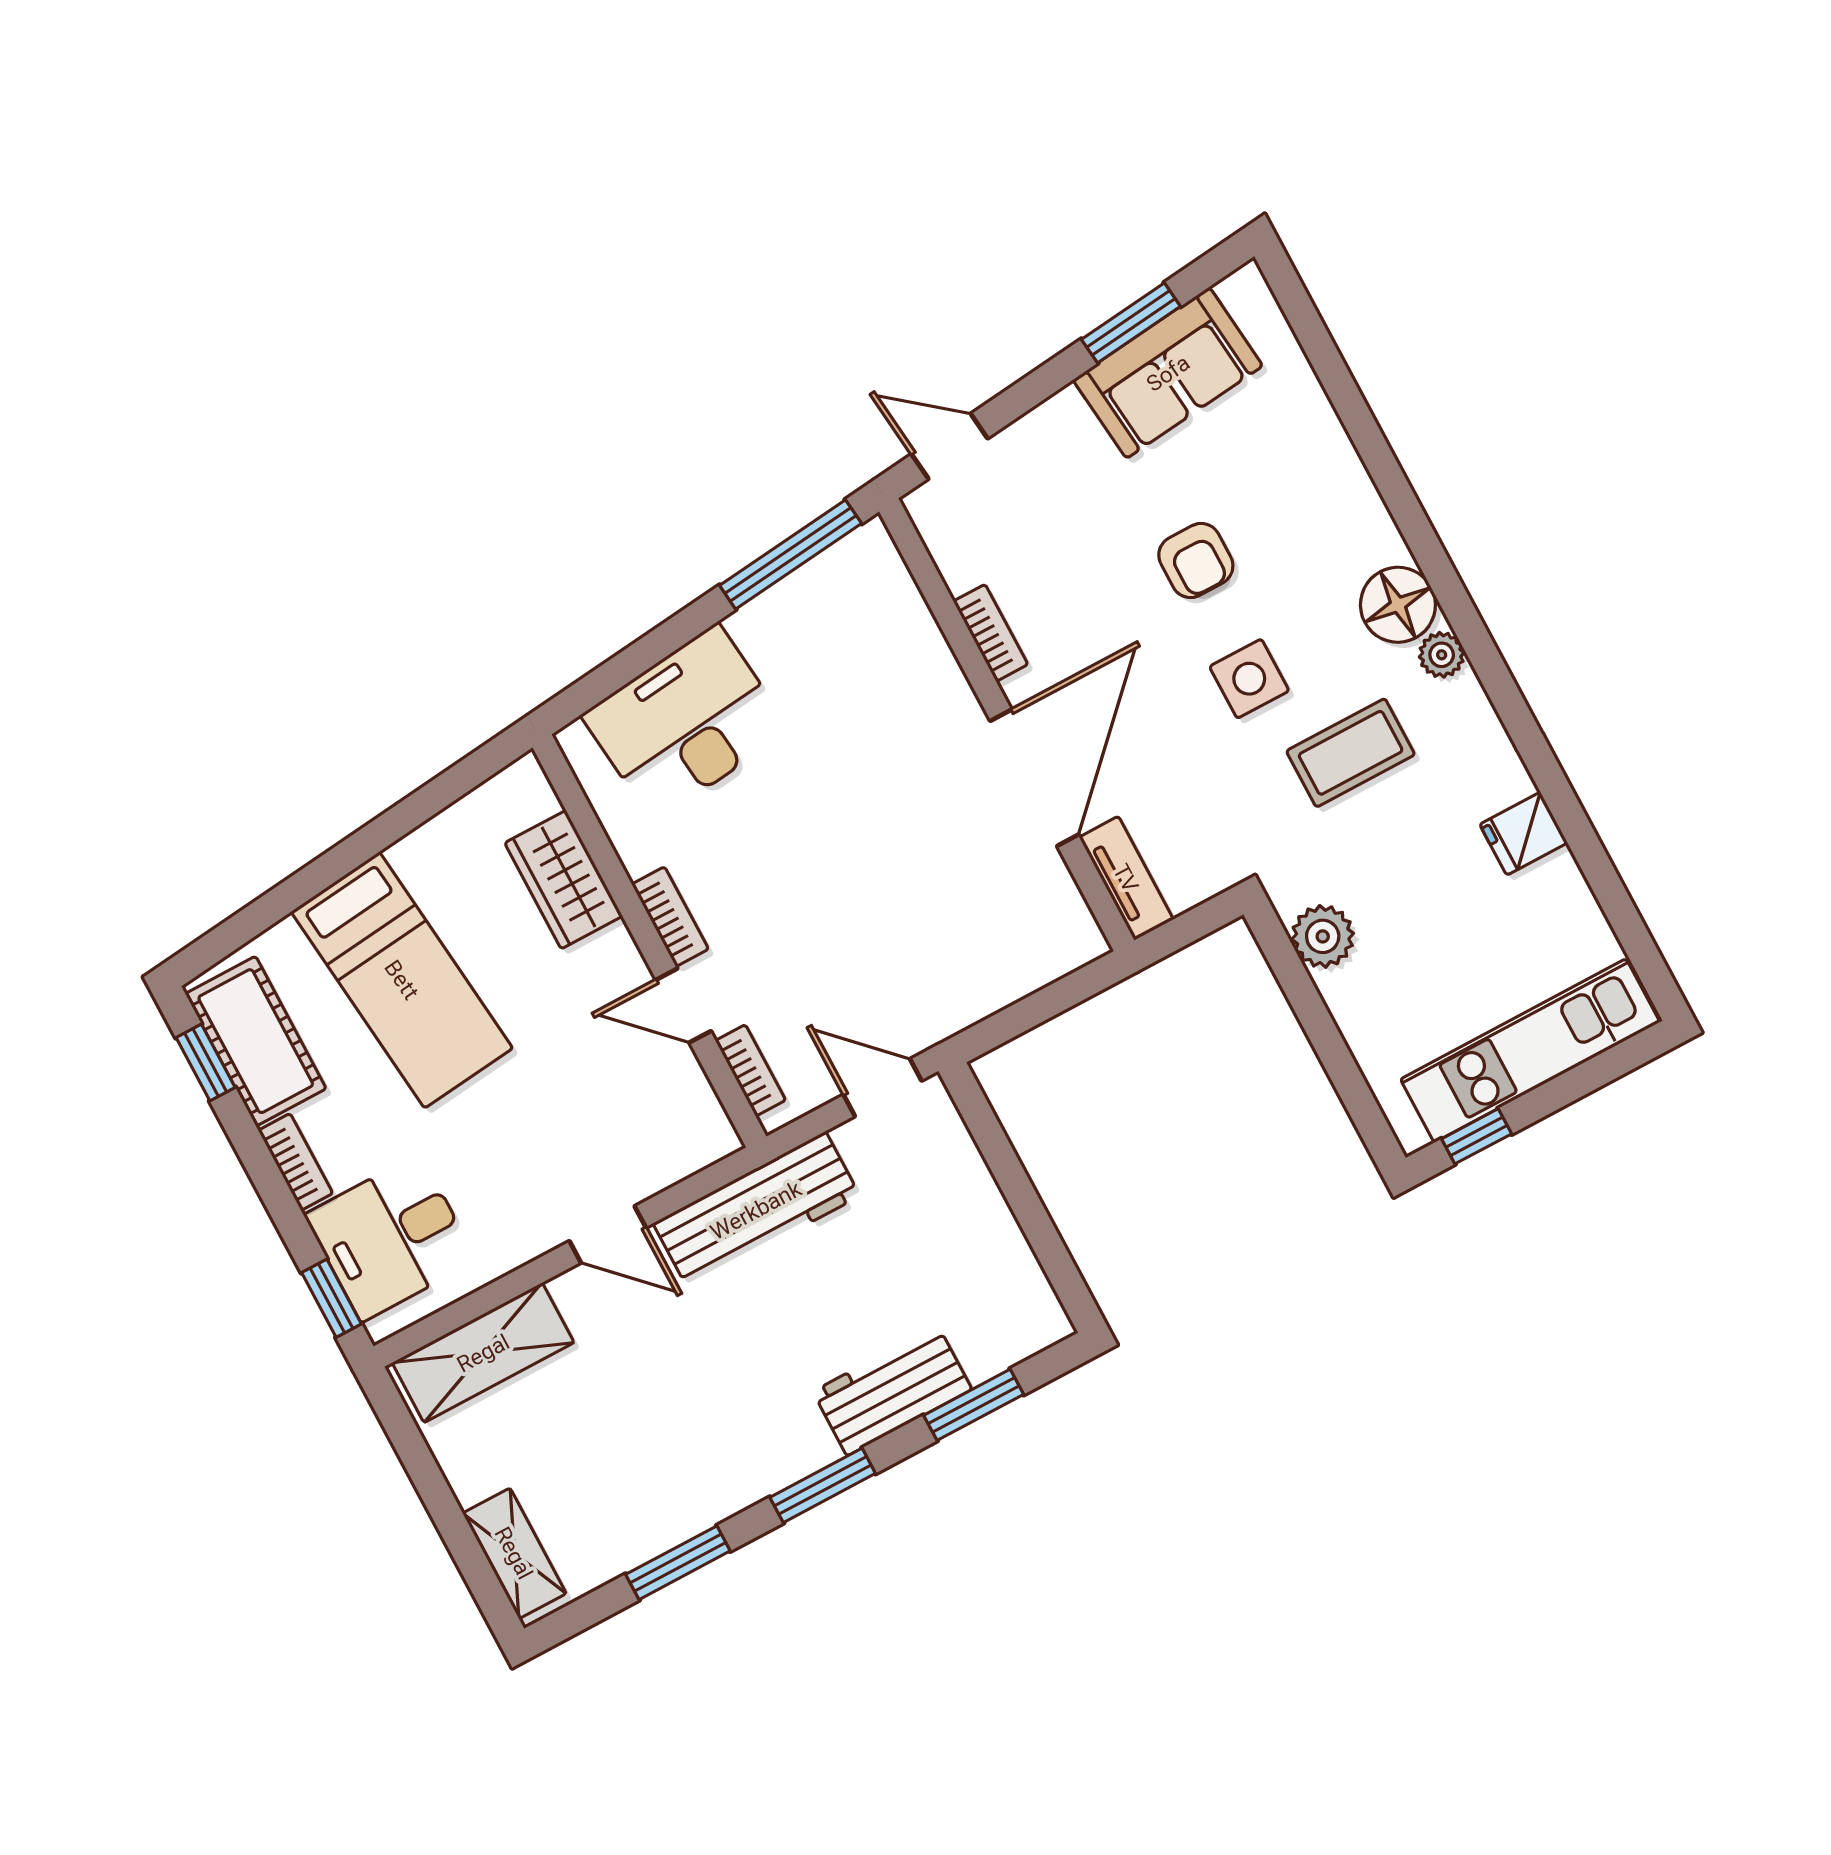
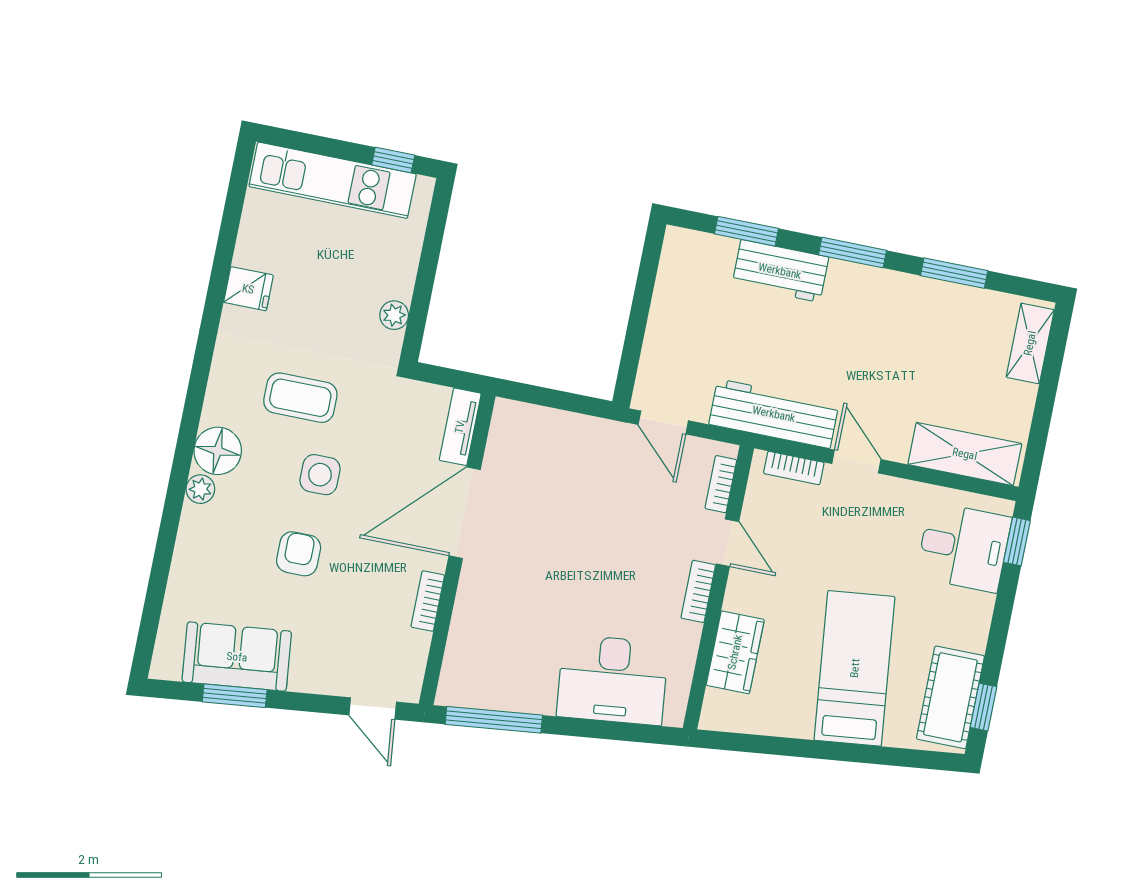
plant: (1442, 655) -> (200, 489), moved
plant: (1323, 936) -> (394, 315), width x0.73, depth x0.73
bookcase: (296, 1162) -> (794, 468), moved, turned -90

